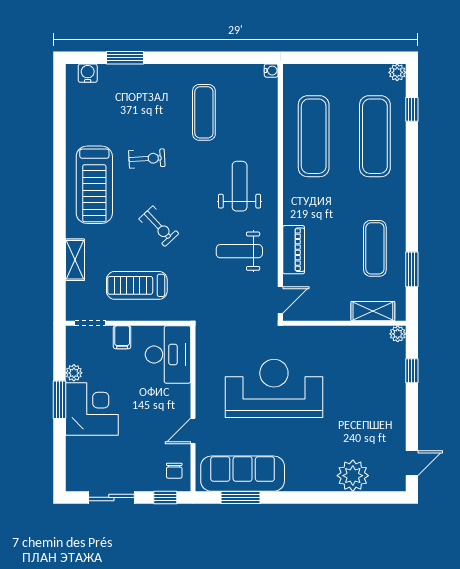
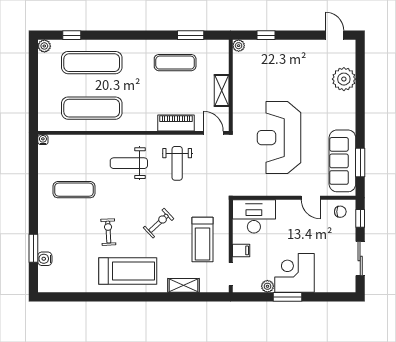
water cooler: (88, 73) -> (45, 259), moved
shelving: (373, 311) -> (222, 91), moved

